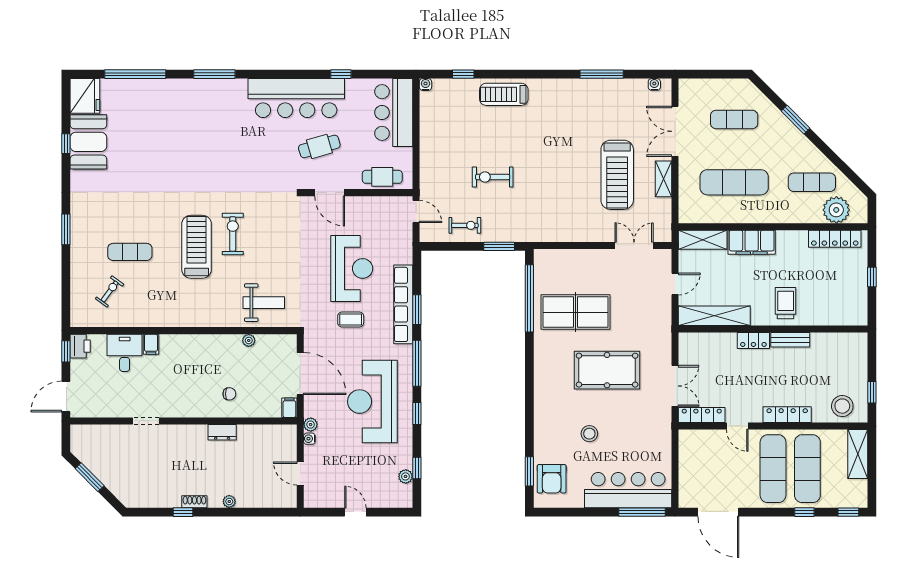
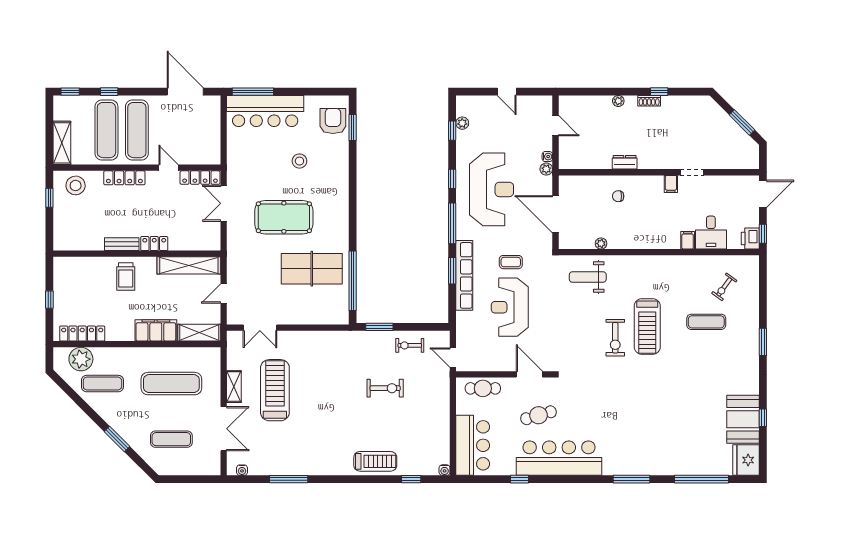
filing cabinet: (289, 408) -> (671, 184), moved

